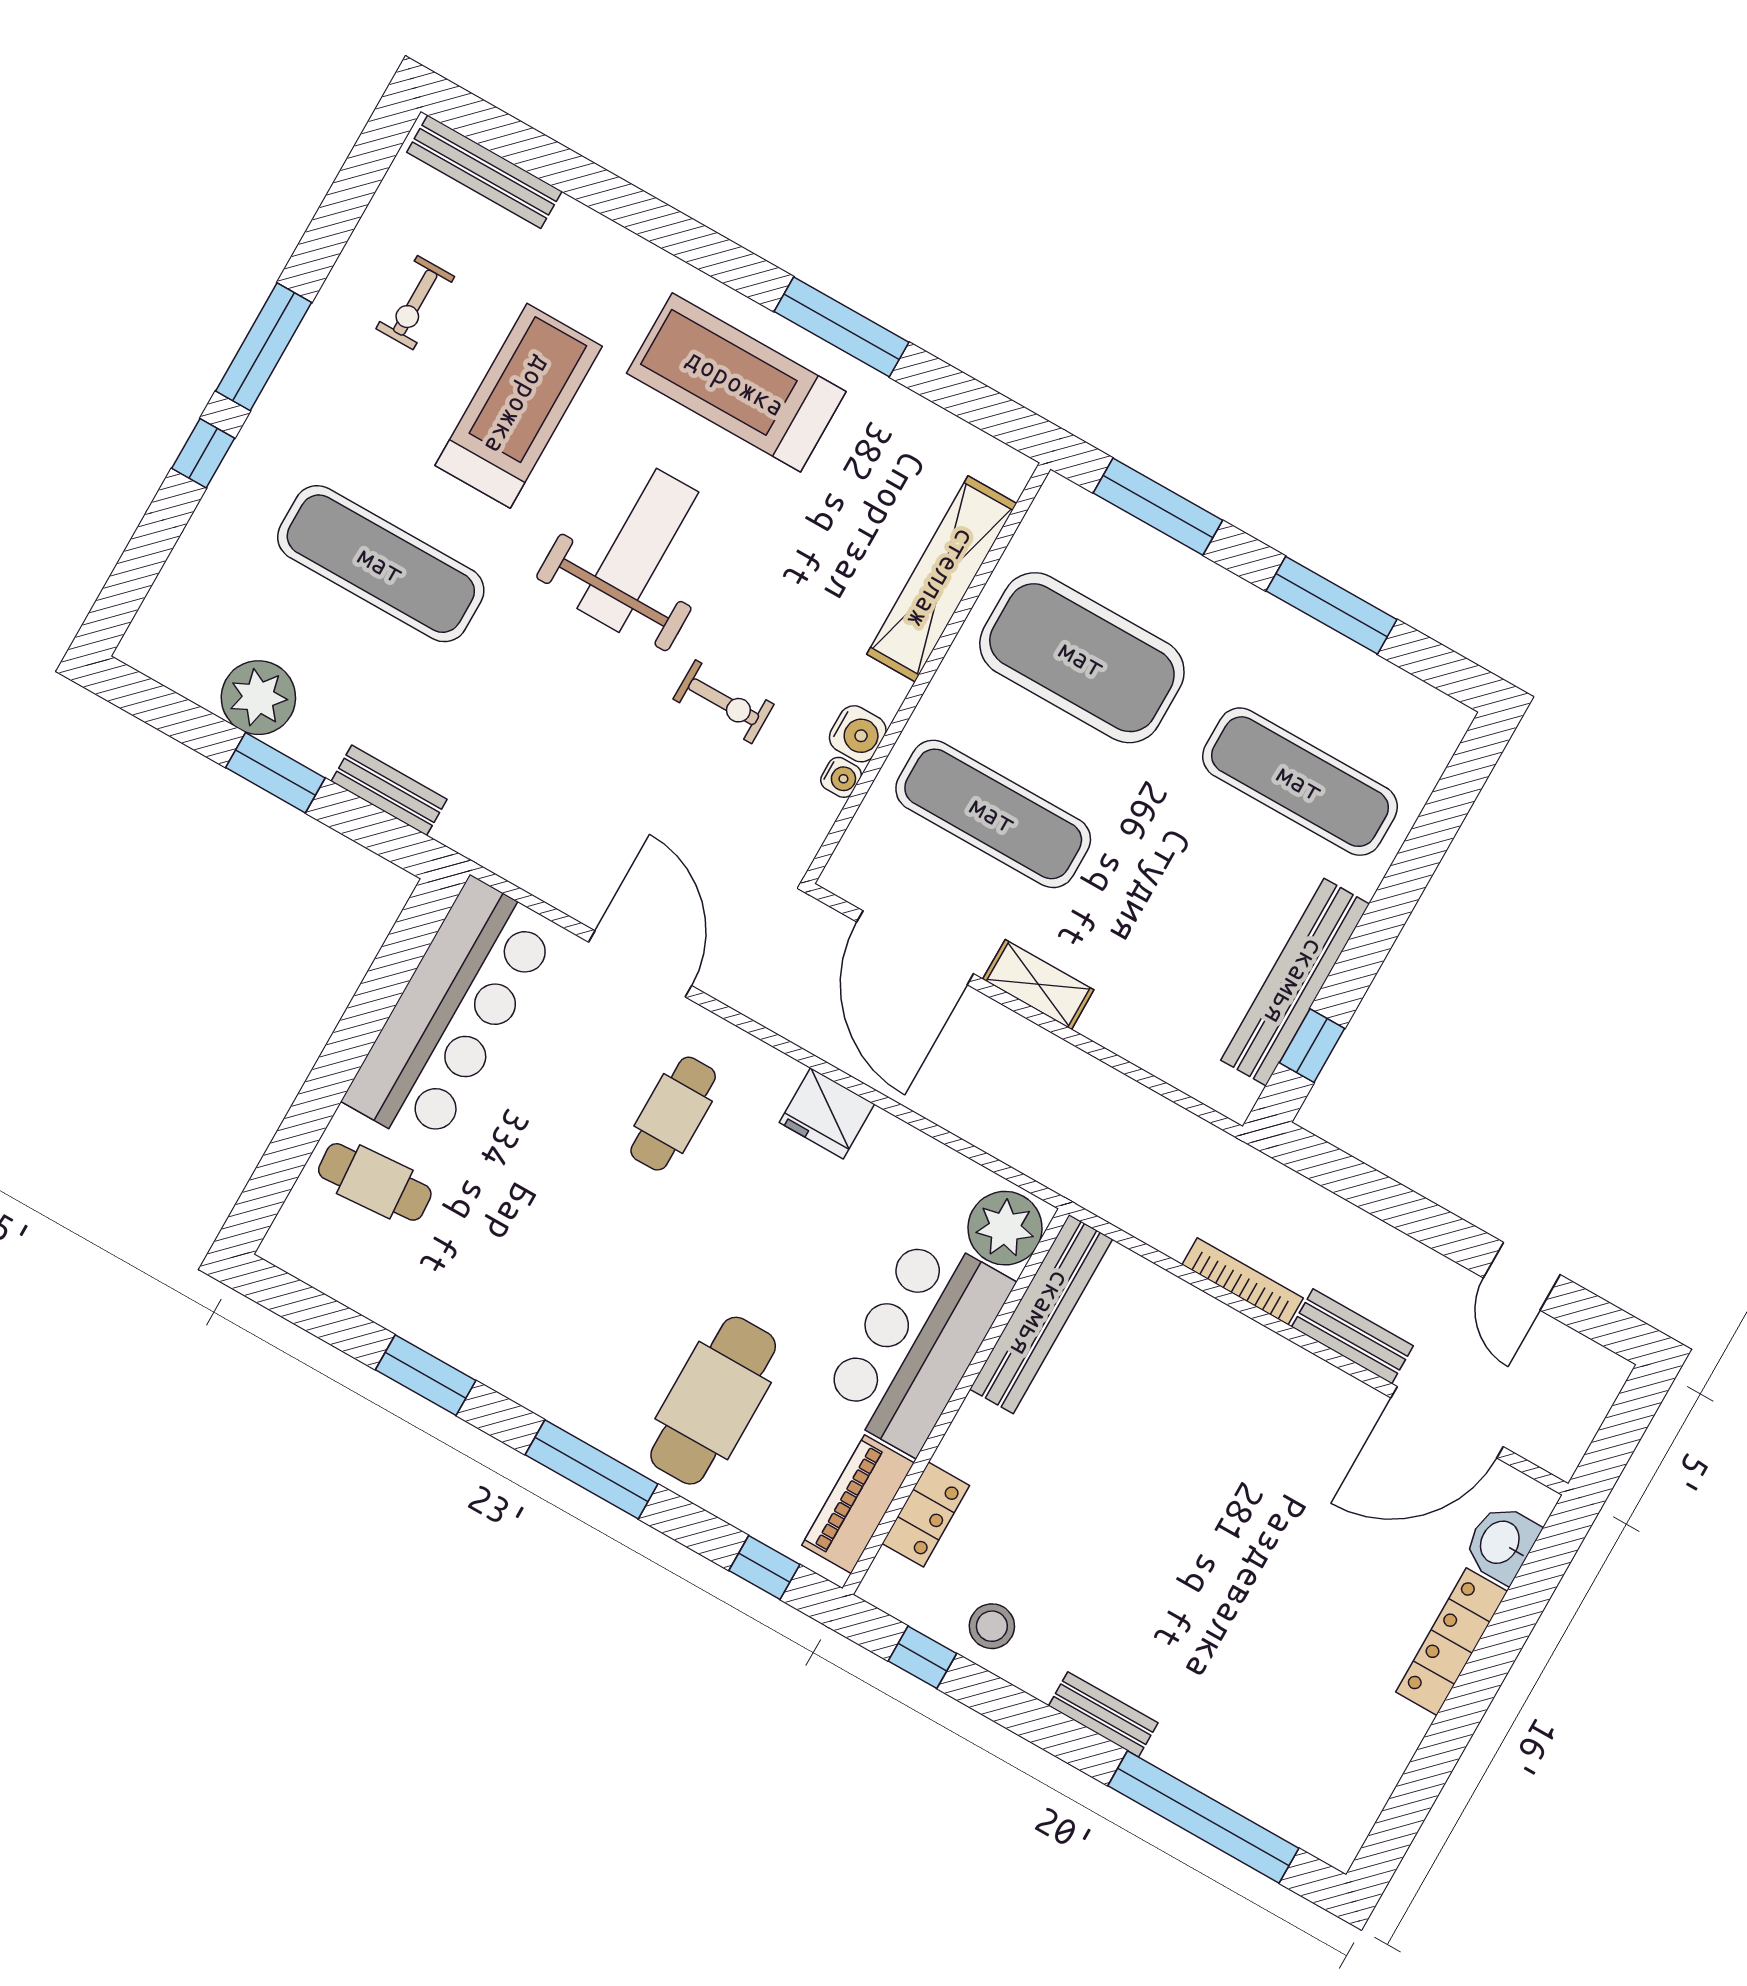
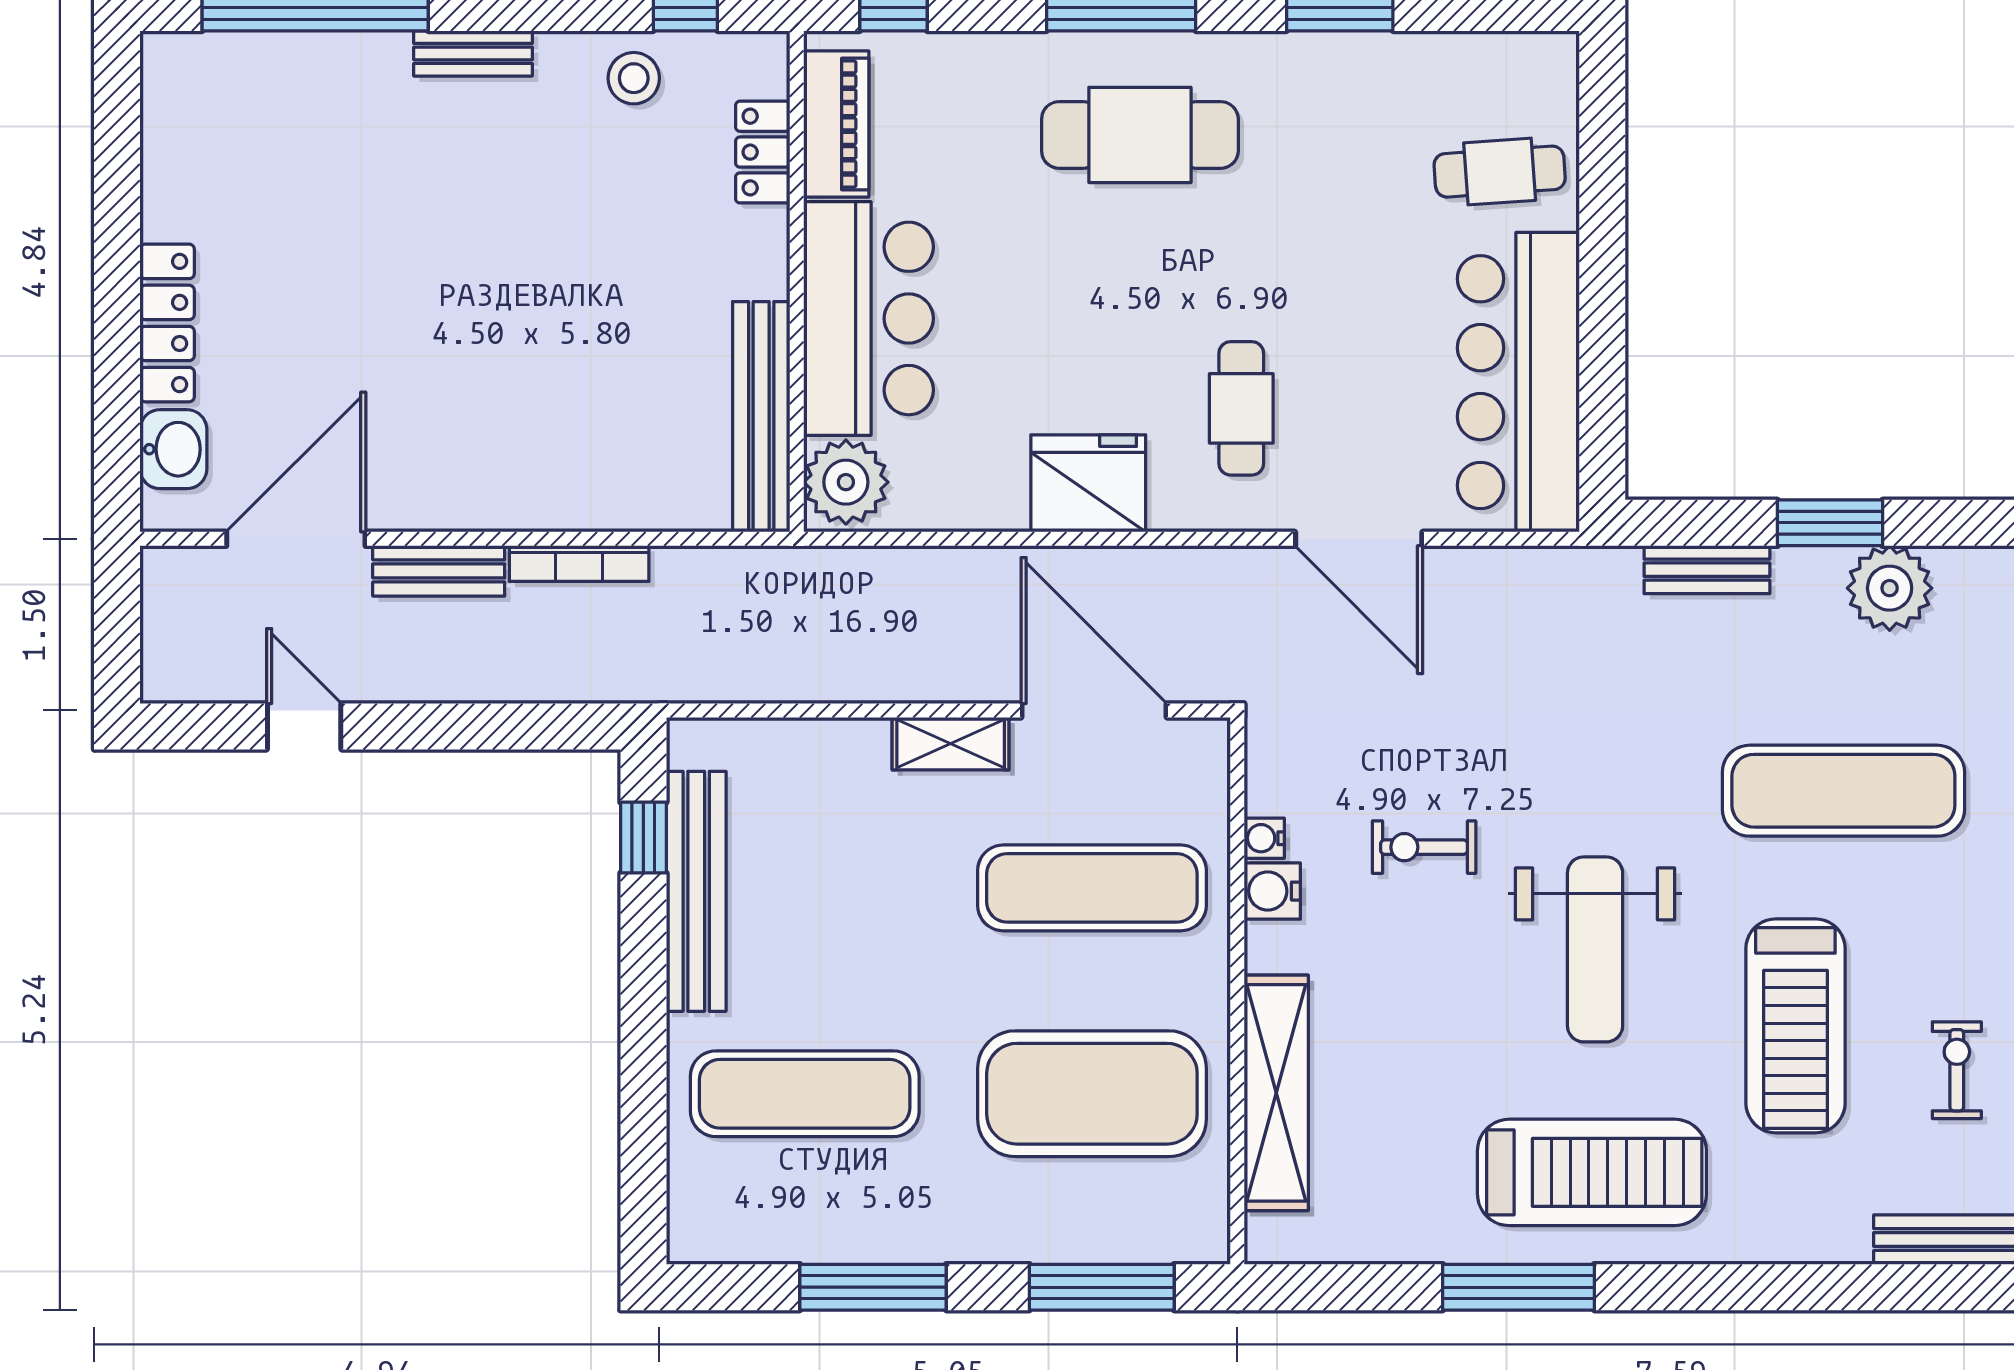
fridge: (827, 1113) -> (1088, 483), width x1.36, depth x1.34
cafe table: (713, 1401) -> (1140, 135), moved, turned 90

